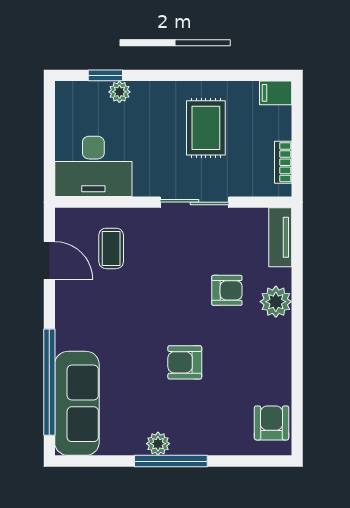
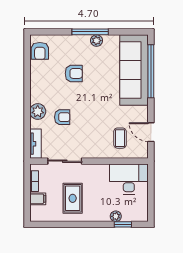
filing cabinet: (276, 93) -> (38, 199), moved
sliding door: (195, 202) -> (65, 161), moved
armchair: (227, 290) -> (62, 117), turned 180
armchair: (185, 362) -> (74, 73), moved
sofa: (77, 403) -> (134, 70), width x1.36, depth x1.27

